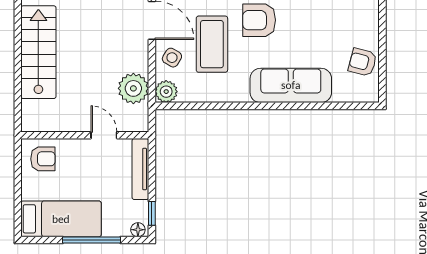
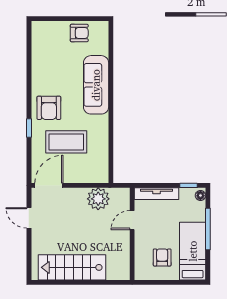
side table: (172, 58) -> (76, 171), removed
armchair: (363, 62) -> (79, 33), turned -105
plant: (166, 92) -> (100, 175), removed
armchair: (43, 159) -> (162, 257), moved

